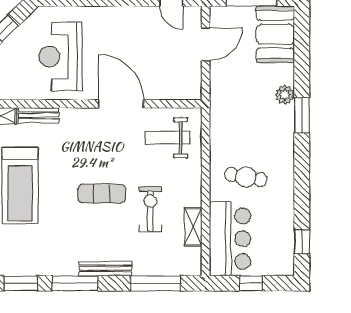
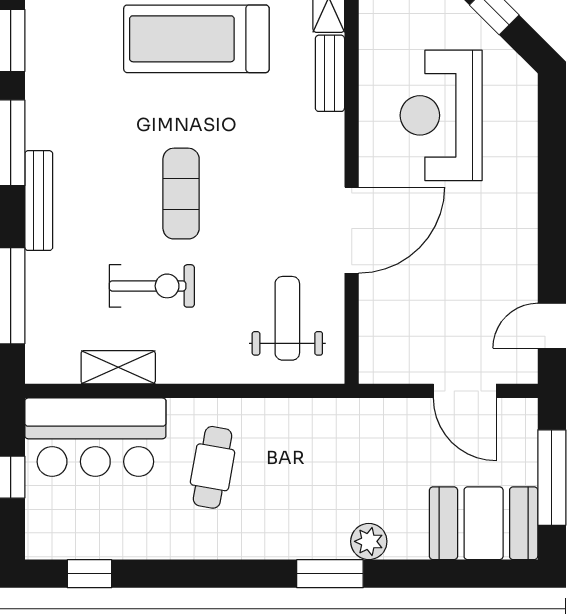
reception desk: (61, 57) -> (441, 115), turned -90

